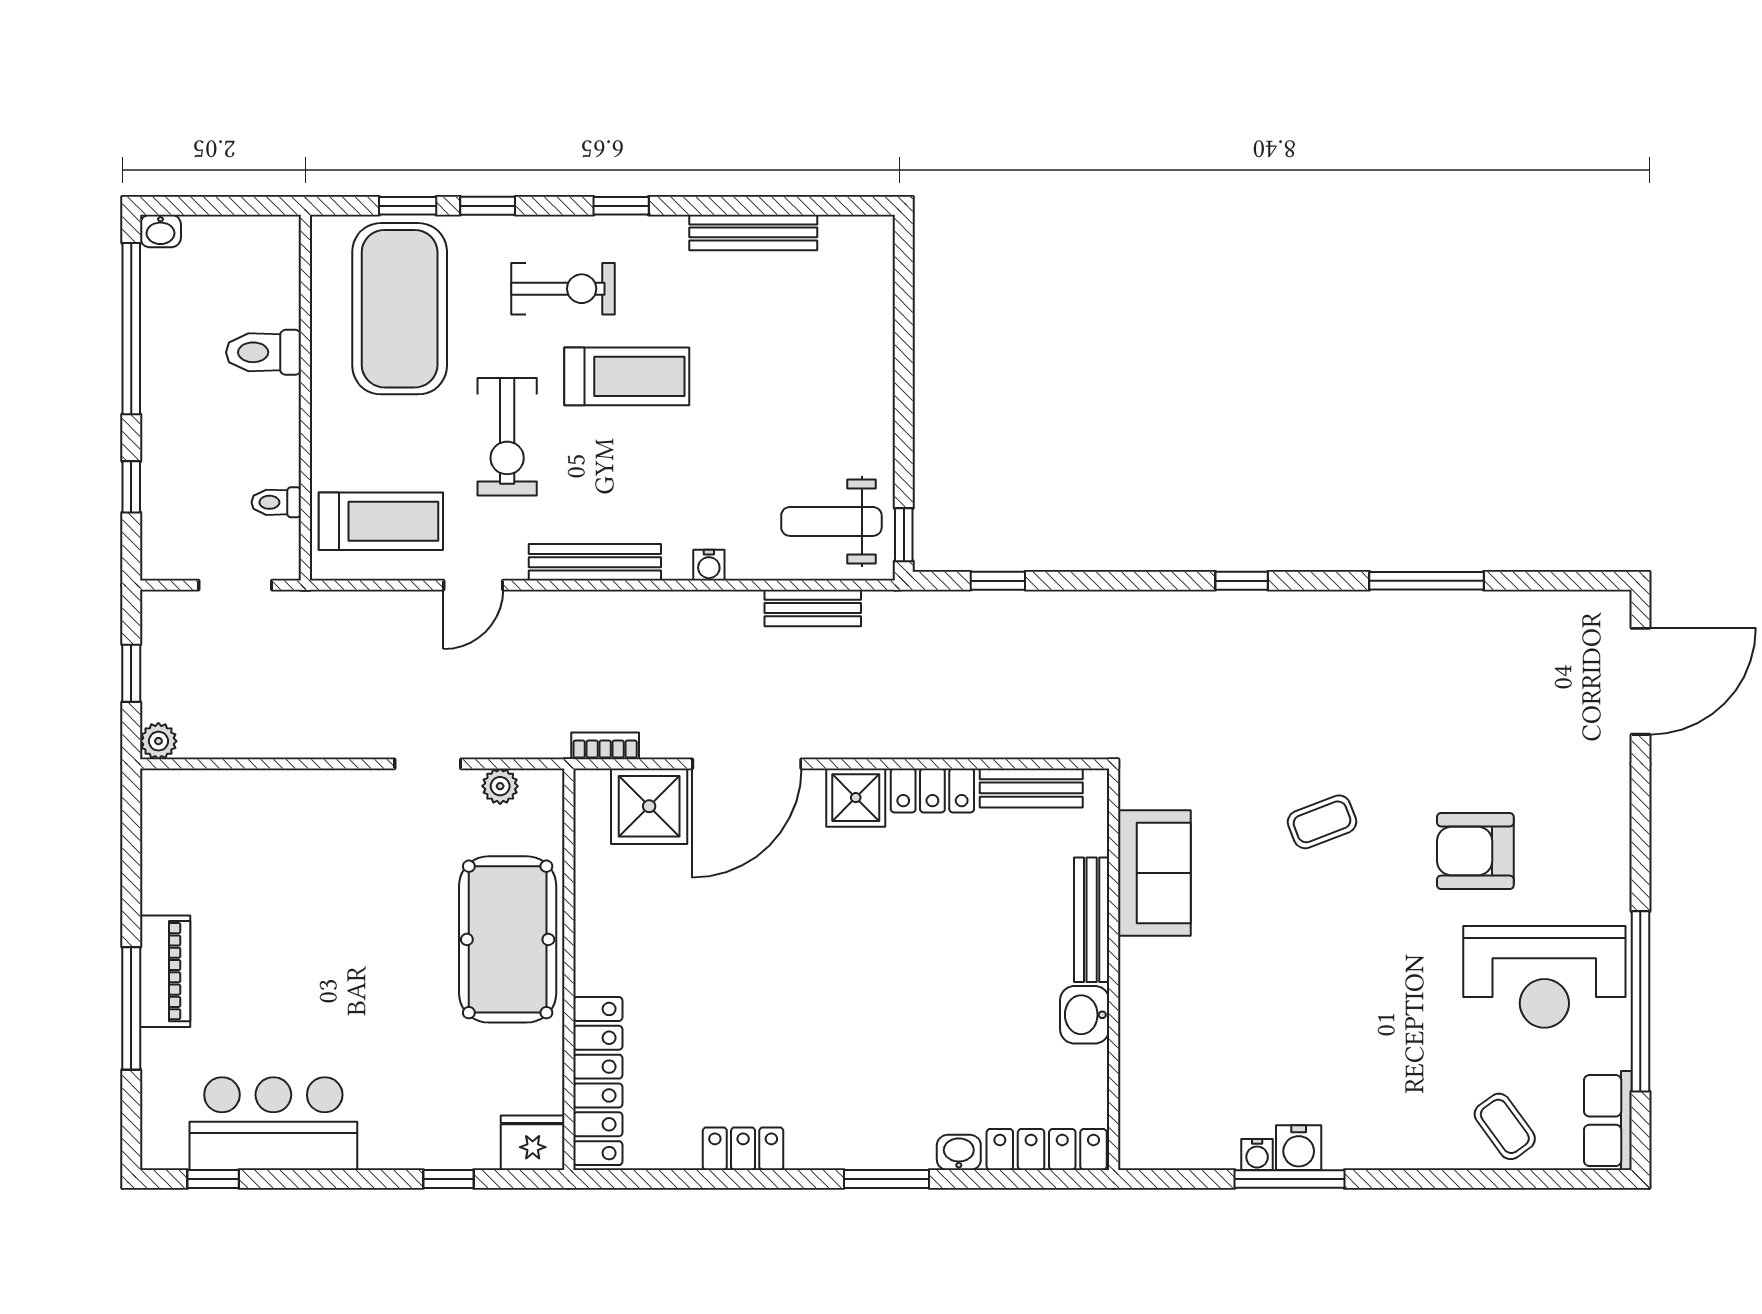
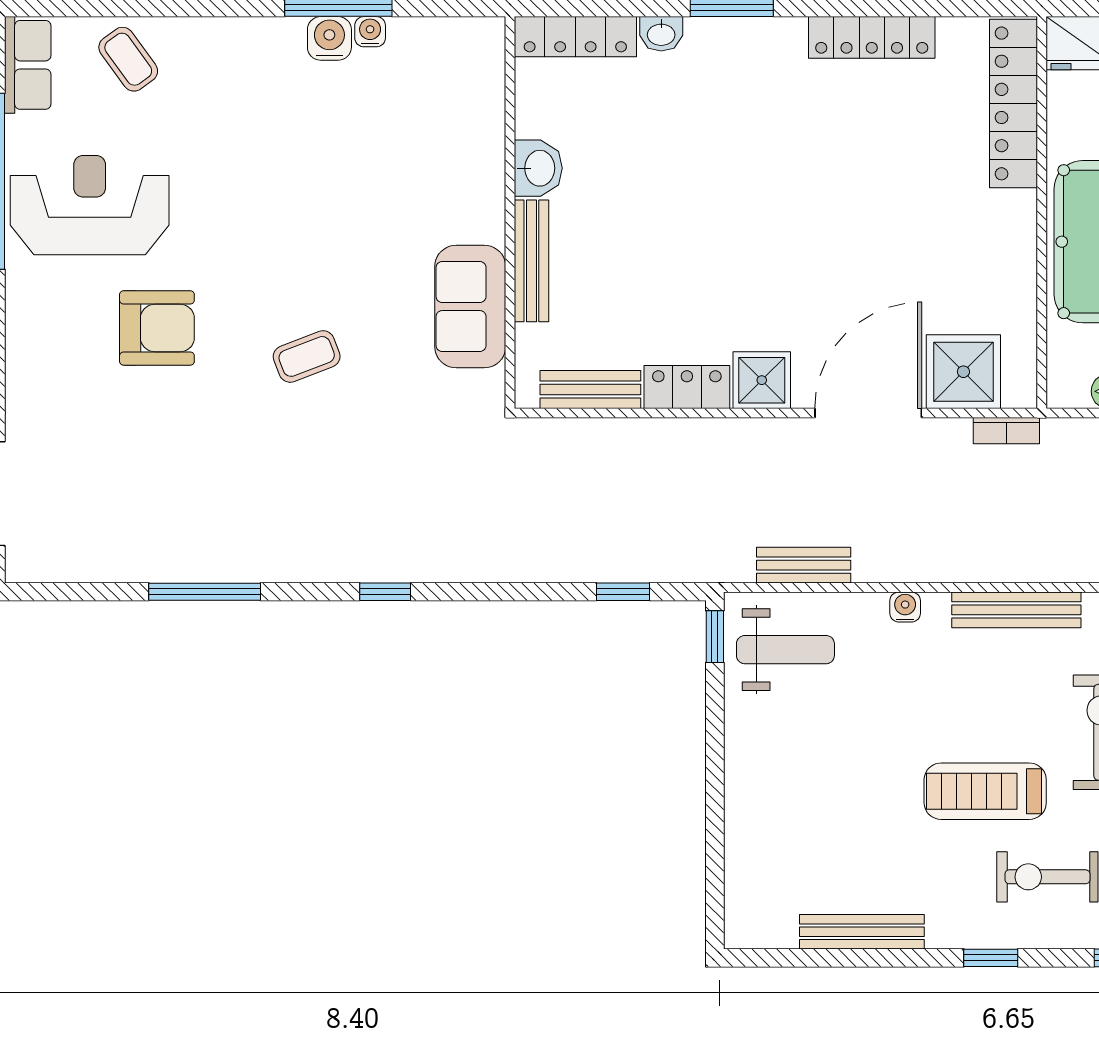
locker: (743, 1149) -> (872, 37), width x1.53

